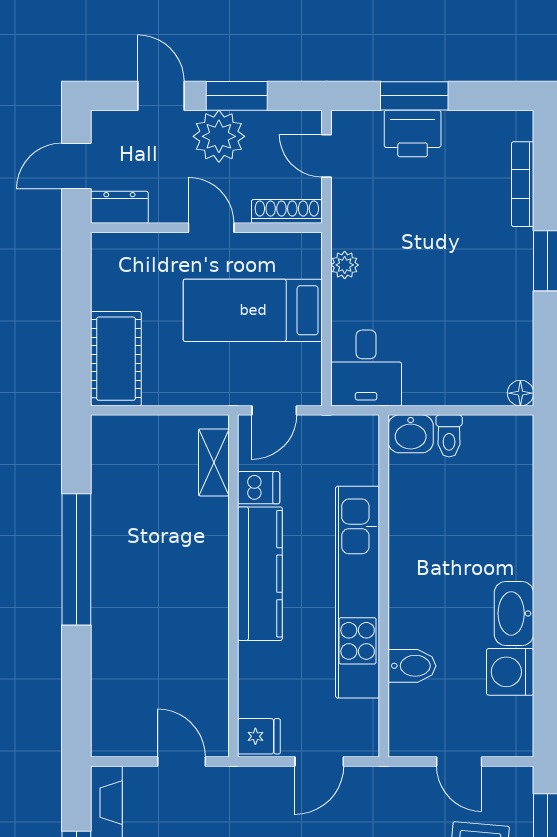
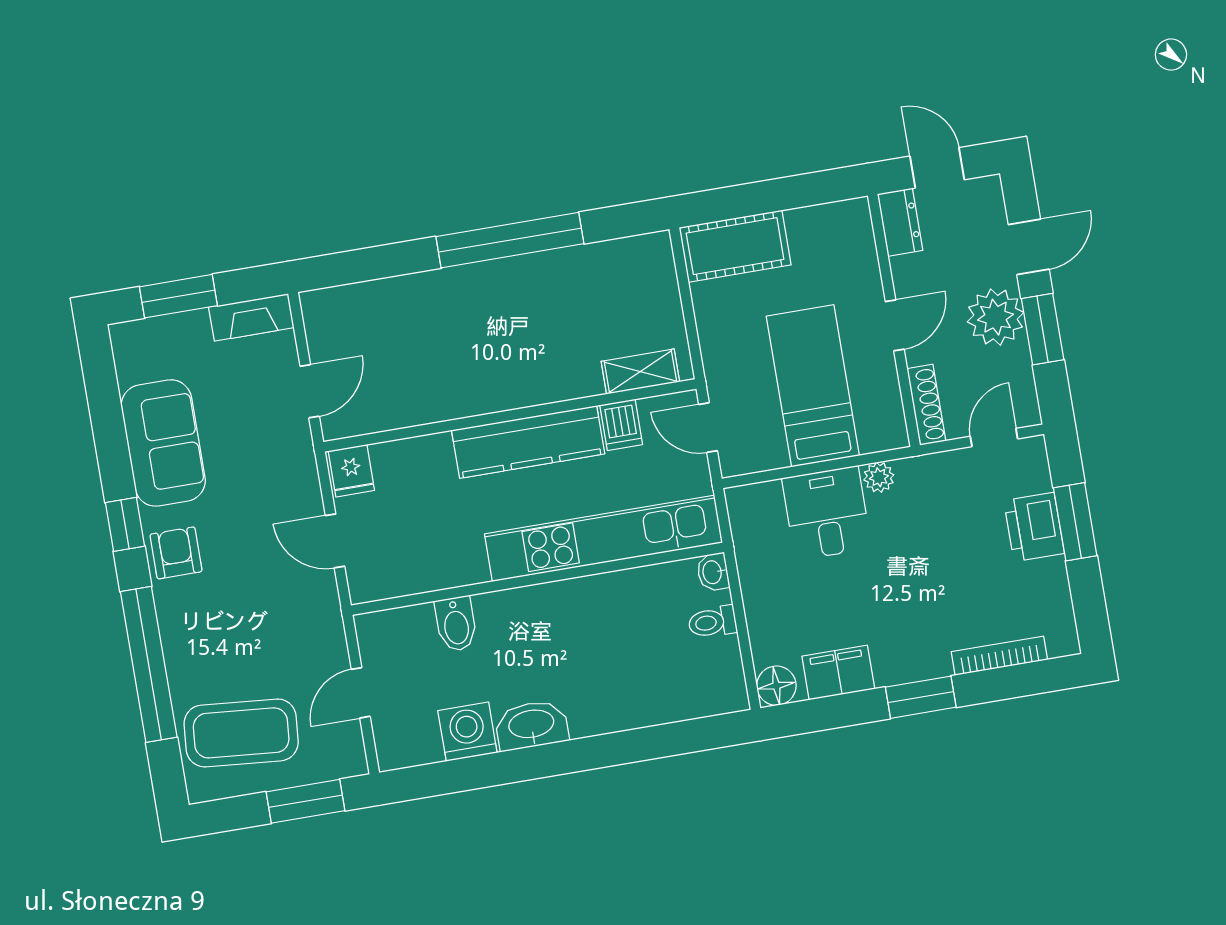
filing cabinet: (513, 331) -> (838, 673), added
desk: (366, 368) -> (827, 513), moved, turned 90
floor lamp: (520, 393) -> (776, 686), width x1.37, depth x1.37
washbasin: (411, 434) -> (713, 572), width x0.72, depth x0.69
kitchen unit: (358, 592) -> (604, 538), moved

